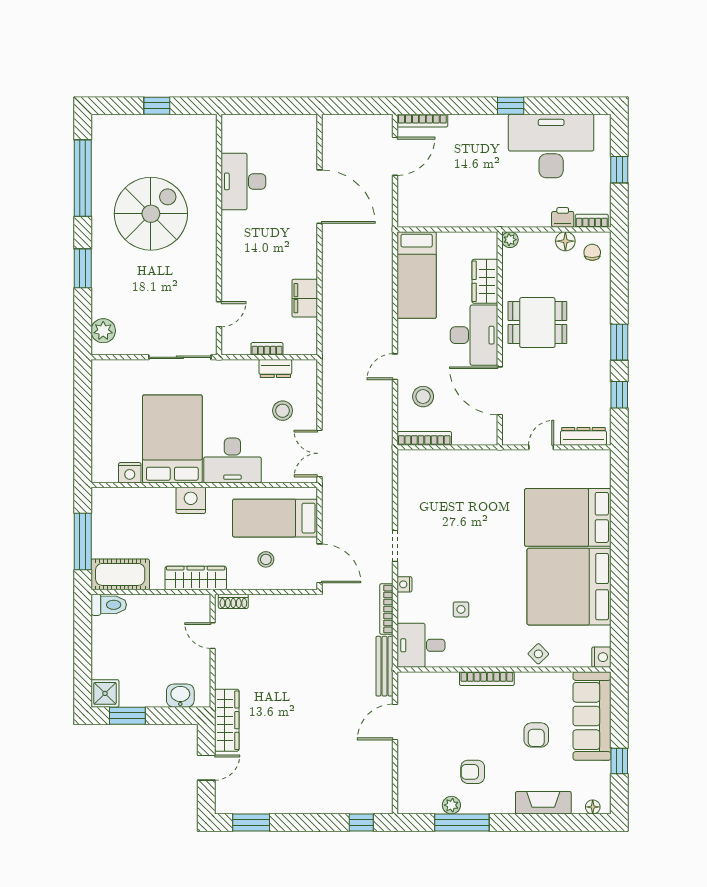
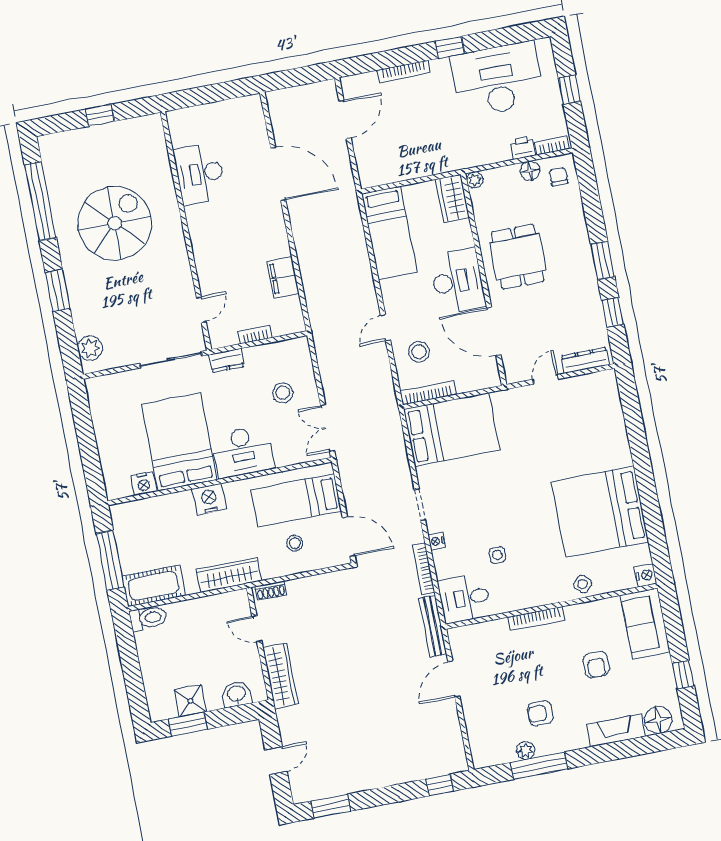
bookcase: (422, 121) -> (404, 71), moved
wardrobe: (485, 281) -> (453, 198), moved
dining table: (537, 323) -> (518, 257), turned 90
dresser: (275, 369) -> (226, 360), moved
bed: (568, 517) -> (452, 430), moved, turned 180
shower: (105, 693) -> (190, 701), moved
sofa: (592, 716) -> (645, 624), width x0.73
wardrobe: (227, 720) -> (280, 676), moved
floor lamp: (593, 807) -> (658, 720), width x1.89, depth x1.89

